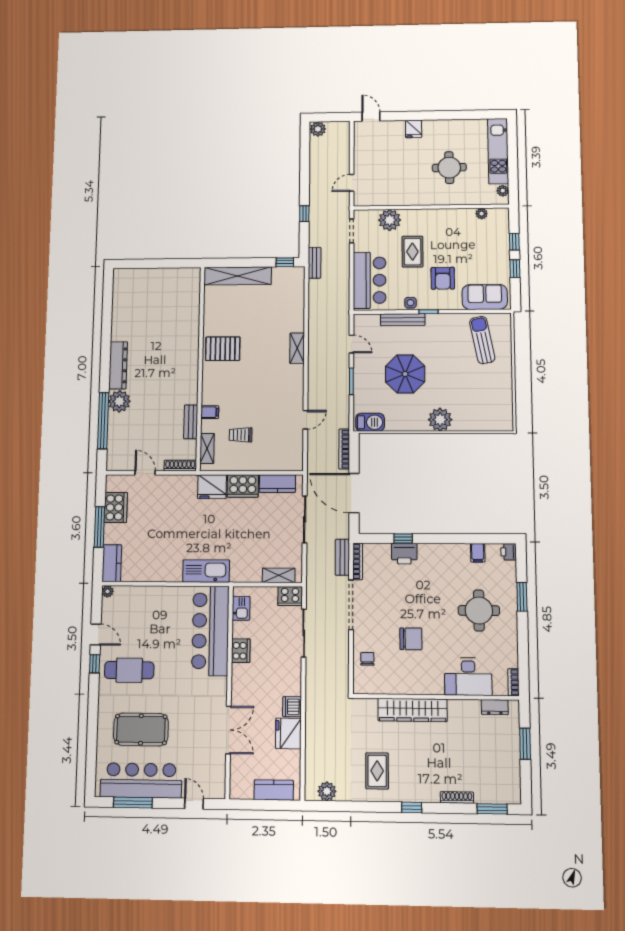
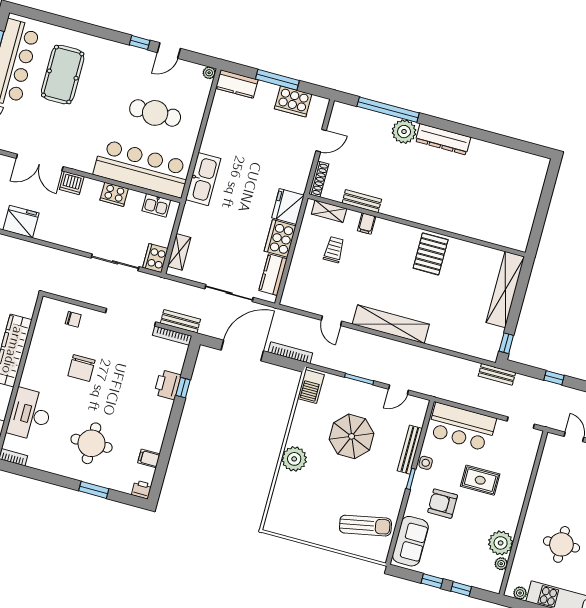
plant: (390, 220) -> (501, 543), moved
shelving: (297, 348) -> (391, 324), width x2.20, depth x1.33
cafe table: (129, 670) -> (155, 113), moved, turned 90
dishwasher: (292, 707) -> (72, 183), moved, turned 180

